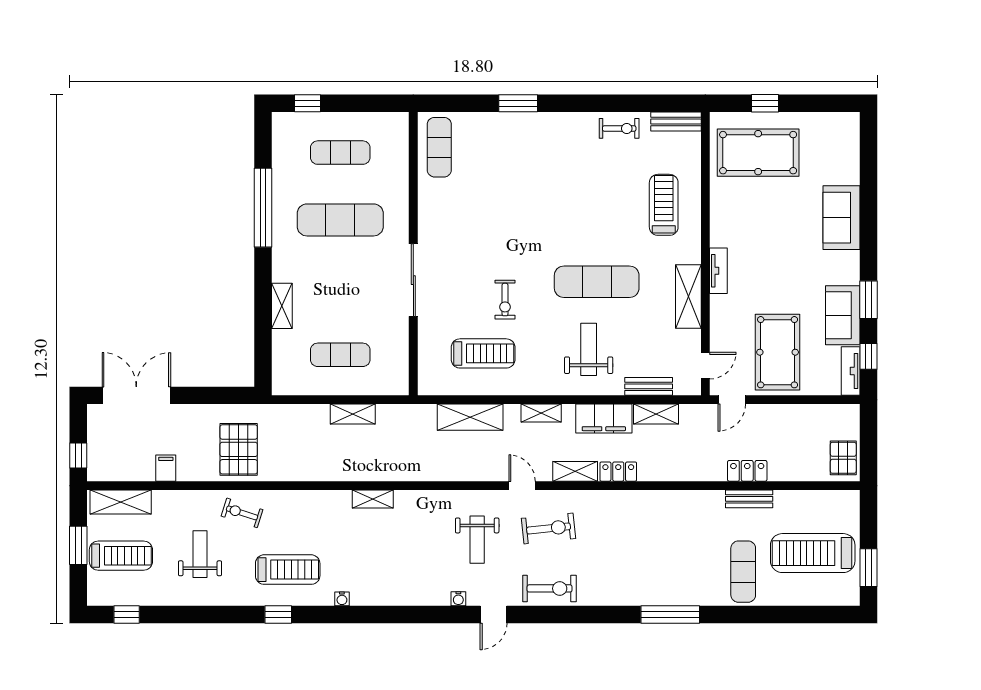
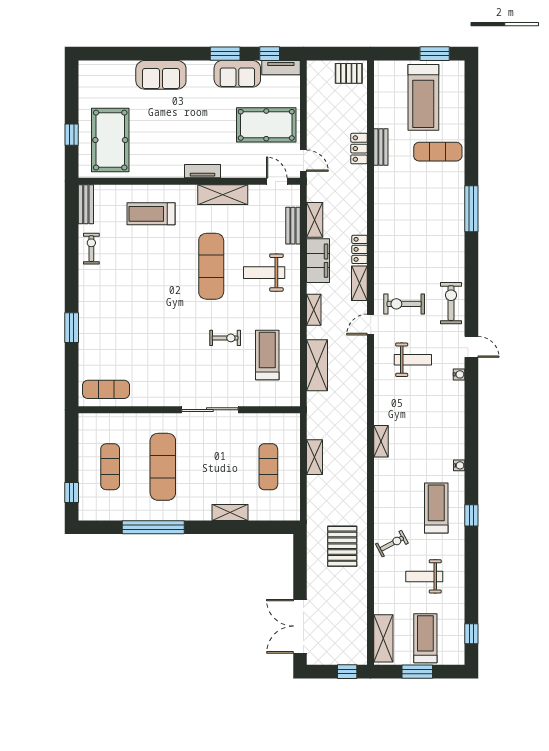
pallet: (239, 449) -> (342, 546), turned 90
filing cabinet: (166, 468) -> (357, 603), removed
exercise bike: (242, 513) -> (392, 544), turned -136
exercise bike: (549, 528) -> (404, 304), turned -84

